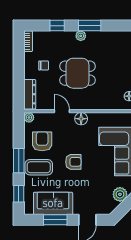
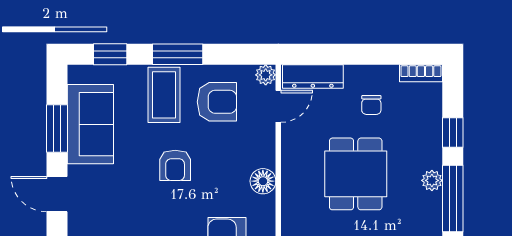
window: (90, 26) -> (453, 198), width x1.44
door: (62, 111) -> (278, 106), moved

